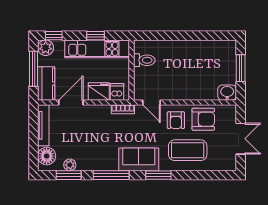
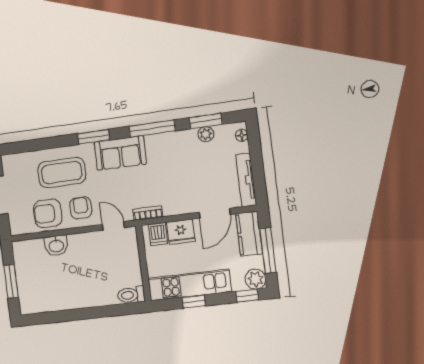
toilet: (144, 60) -> (131, 295), moved
washbasin: (227, 93) -> (56, 245), moved
floor lamp: (47, 156) -> (242, 135), width x0.53, depth x0.53

